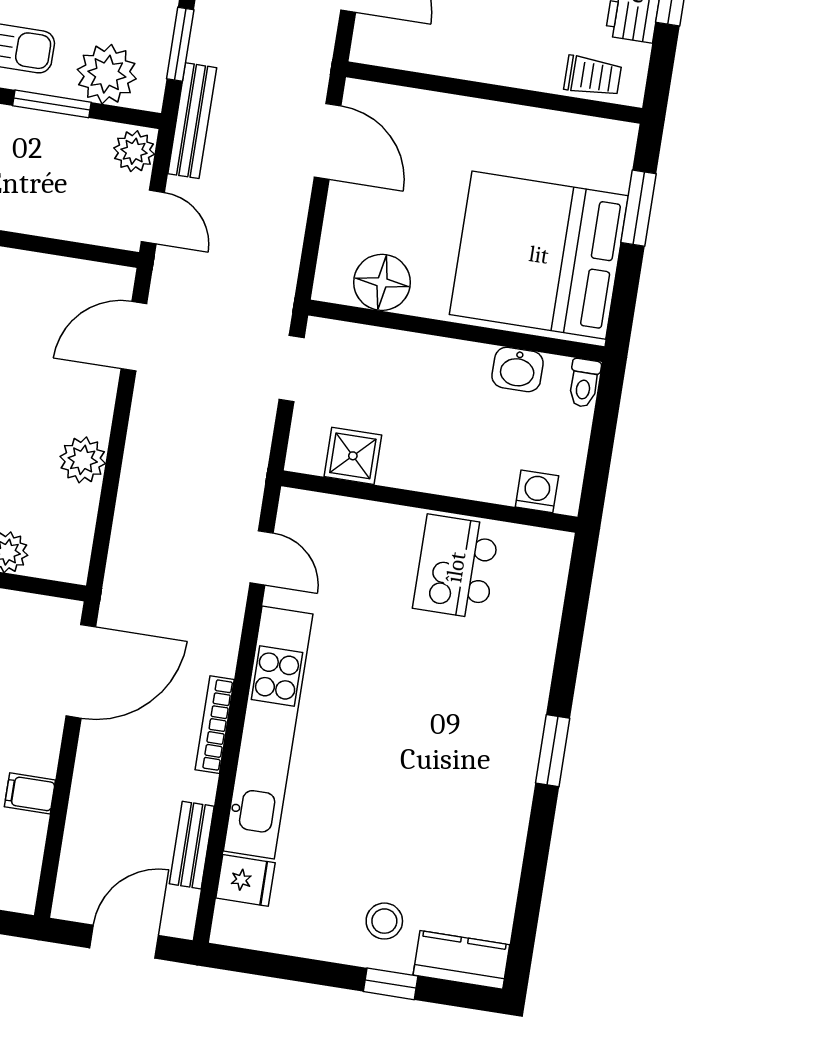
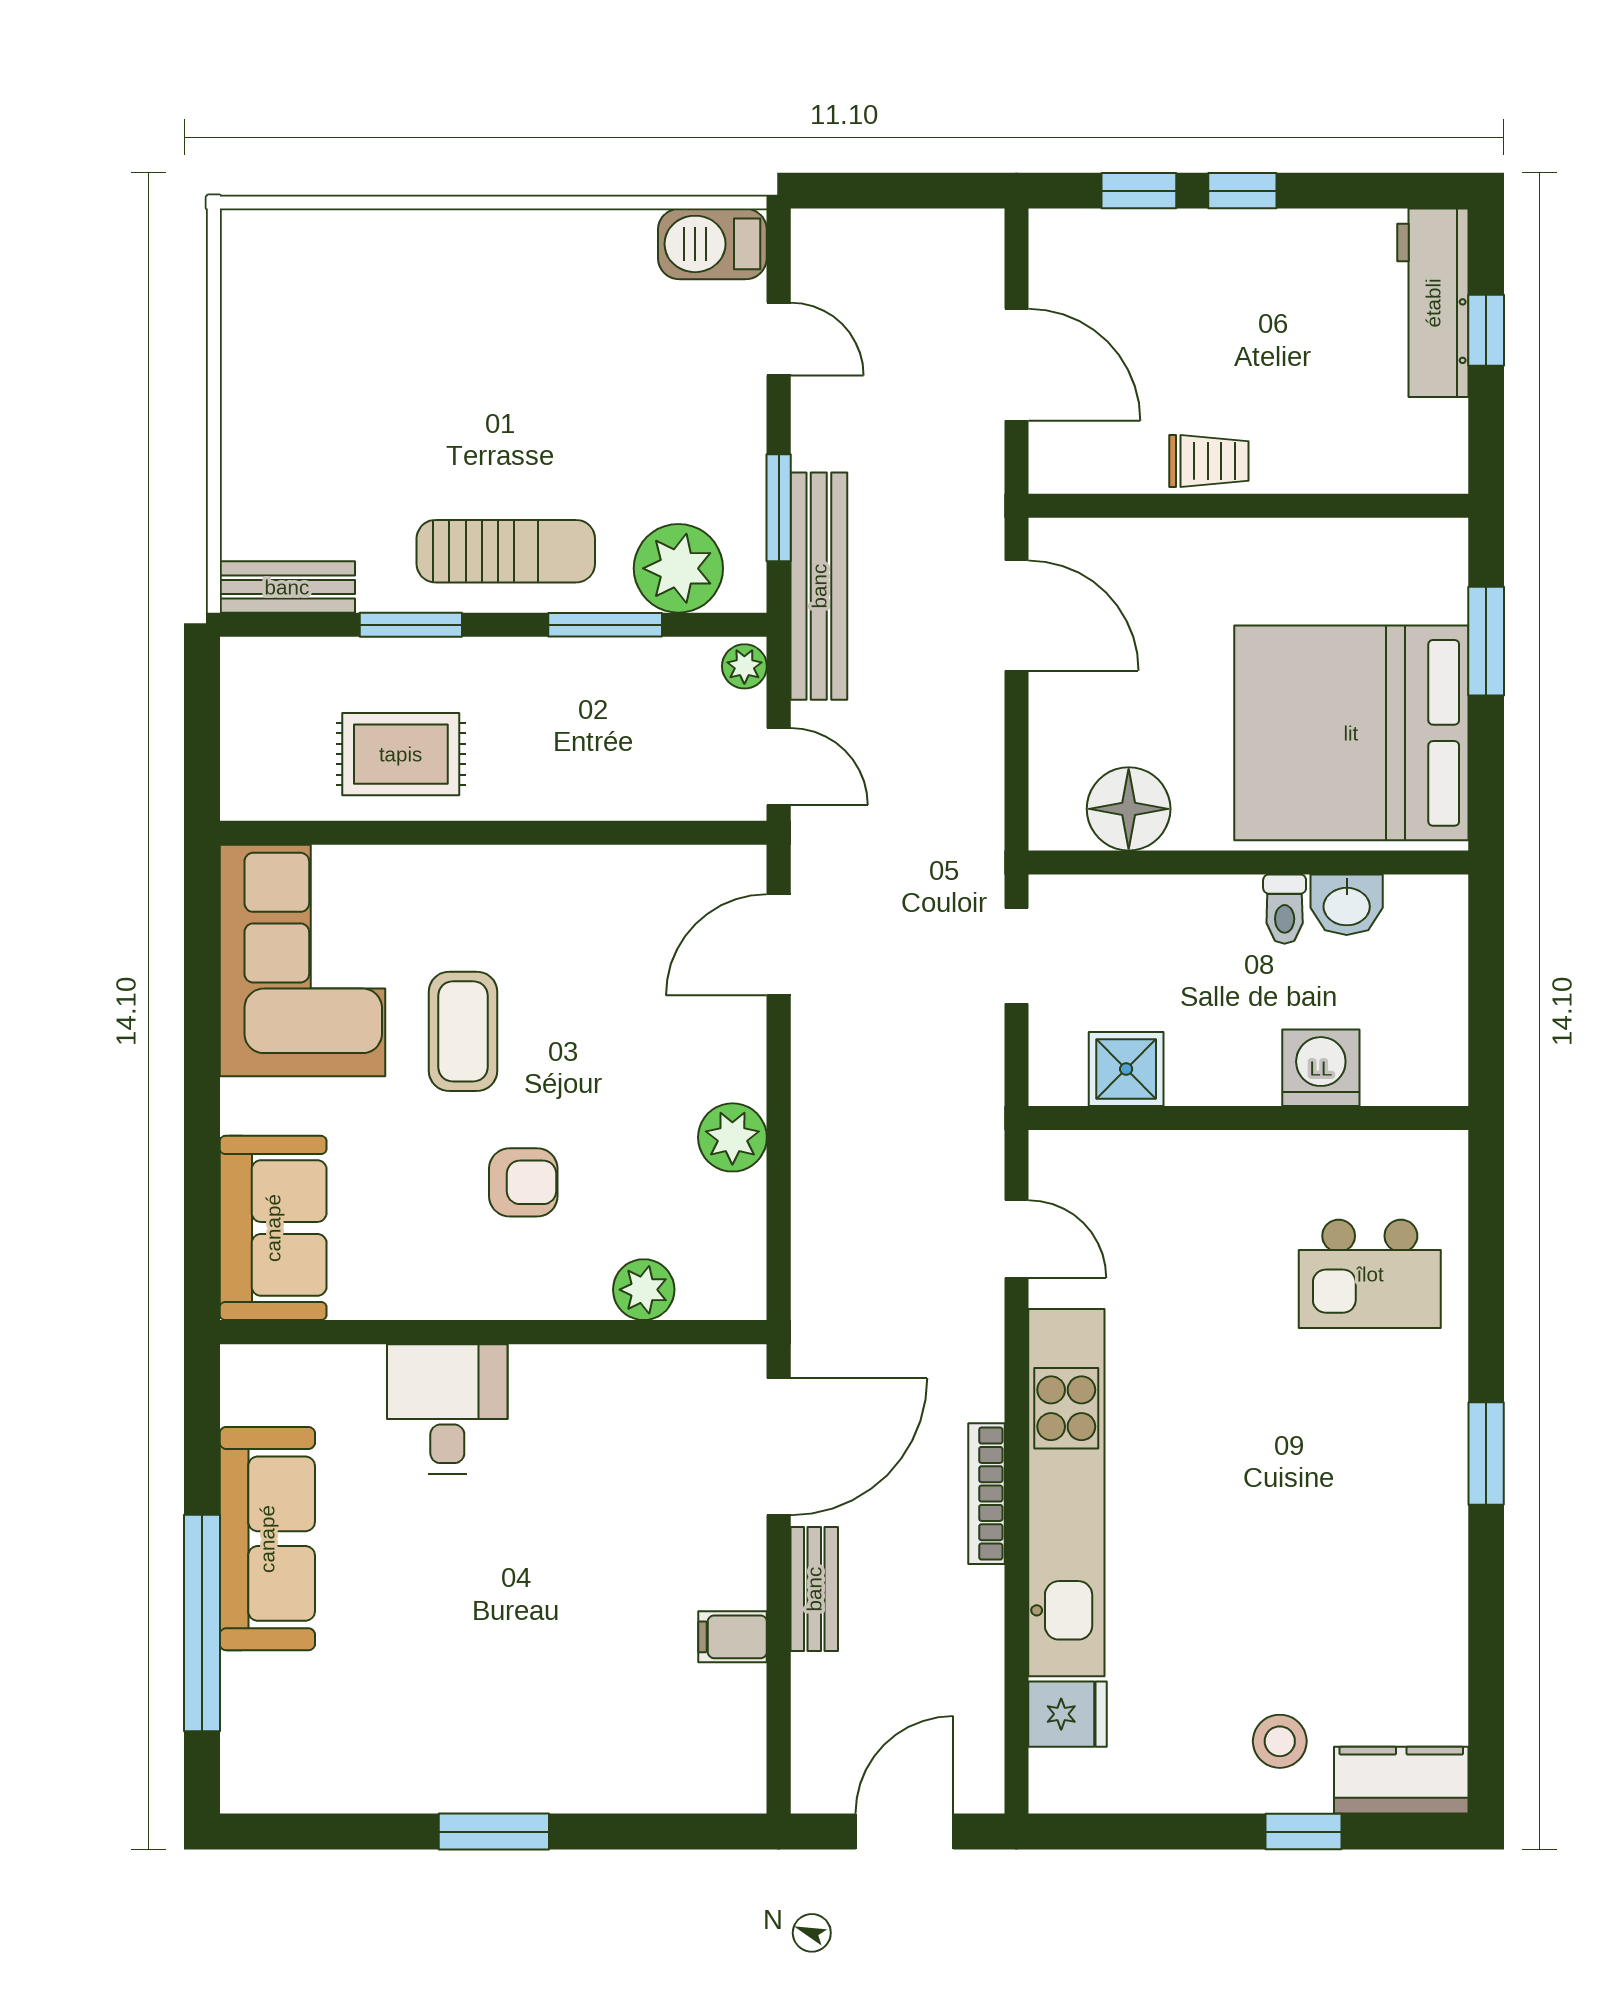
trolley: (593, 76) -> (1209, 461), moved
bench: (192, 121) -> (819, 586), width x1.37, depth x1.21
plant: (134, 151) -> (744, 666), width x0.73, depth x0.73
toilet: (584, 383) -> (1285, 909), moved
washing machine: (537, 491) -> (1321, 1068), moved, width x1.38, depth x1.38
kitchen island: (456, 567) -> (1370, 1274), moved, turned -90
bench: (192, 845) -> (814, 1589), moved

